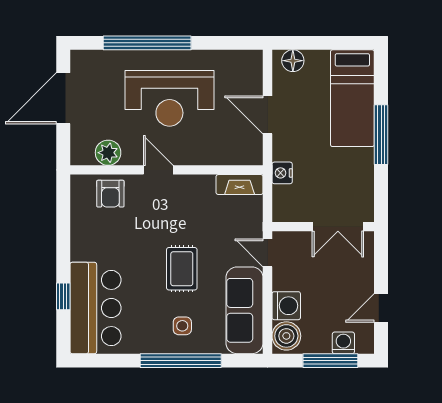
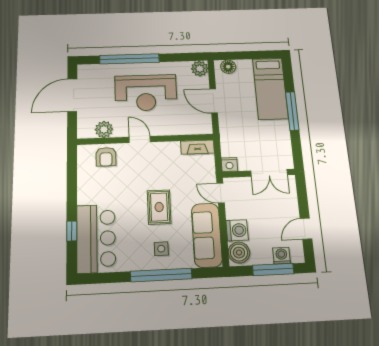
plant: (250, 62) -> (200, 69), added
nightstand: (282, 173) -> (229, 164), moved, turned -90

